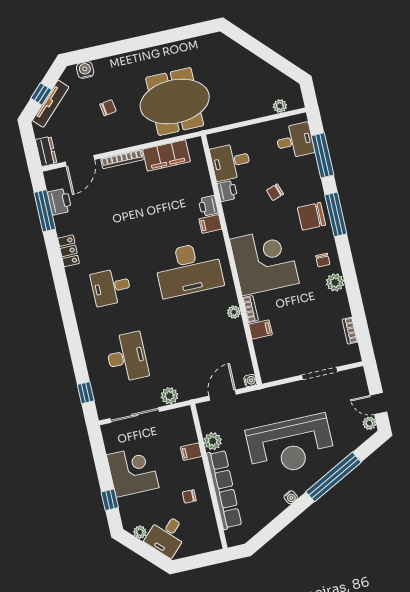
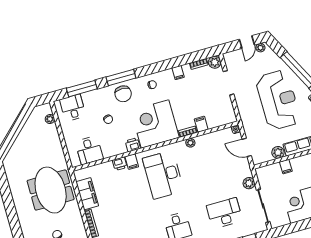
printer: (227, 191) -> (133, 145), moved
desk: (189, 269) -> (163, 175), turned 180
plant: (335, 282) -> (215, 62), moved
filing cabinet: (339, 299) -> (178, 73), added

